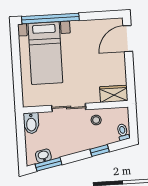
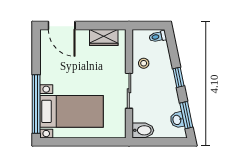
wardrobe: (114, 94) -> (104, 37), moved, turned -90
window: (100, 150) -> (178, 77), moved

